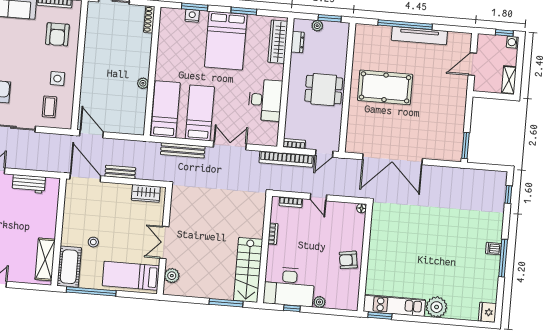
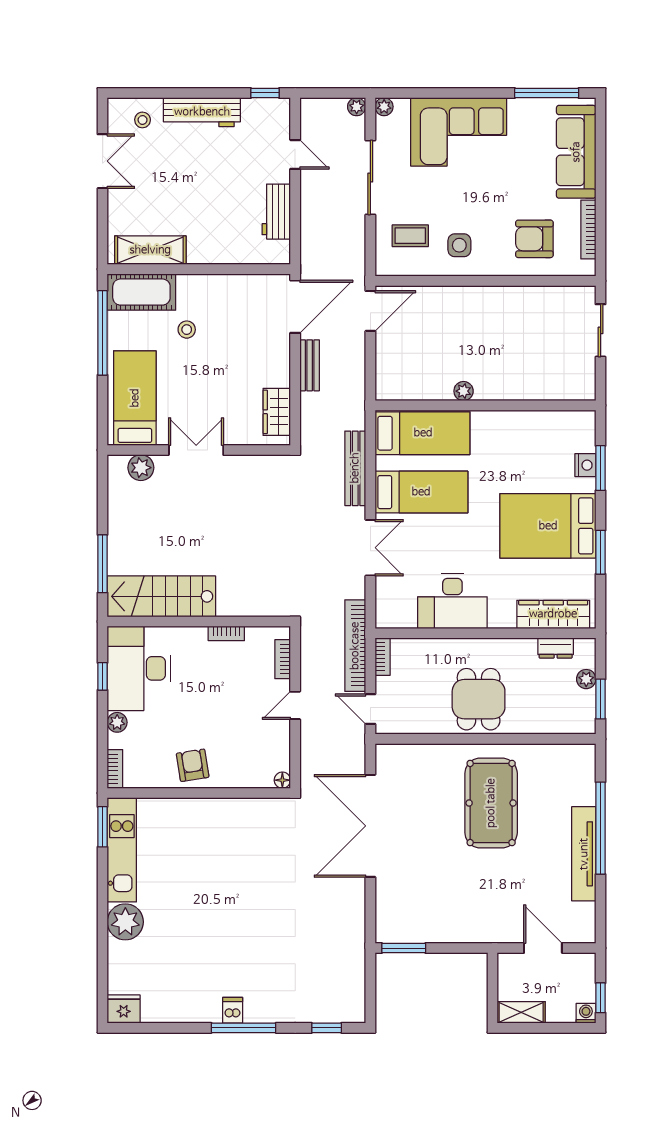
shoe rack: (149, 19) -> (573, 393), removed
window: (503, 258) -> (244, 1028), moved
bookcase: (347, 306) -> (115, 769), added

